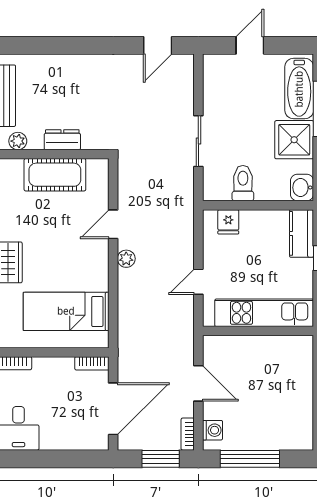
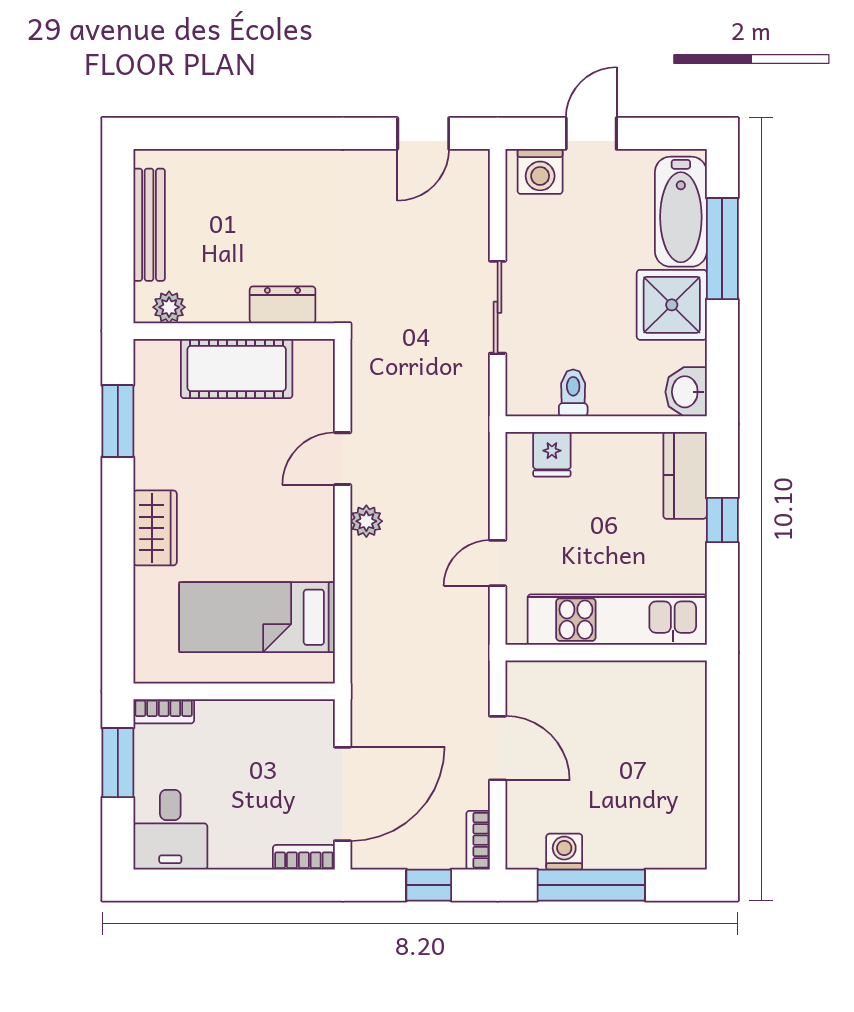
washing machine: (222, 66) -> (540, 171), added
dresser: (62, 140) -> (283, 305), moved
toilet: (243, 183) -> (573, 393), width x0.73, depth x0.72
bookcase: (92, 363) -> (304, 857), moved, turned 180
washing machine: (213, 430) -> (564, 852), moved, turned -90
window: (161, 459) -> (429, 885), width x0.67

